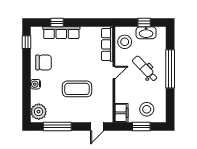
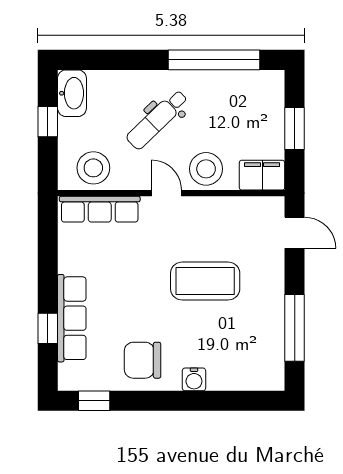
washbasin: (146, 33) -> (72, 93), moved
chair: (44, 63) -> (143, 360), turned -90
window: (170, 69) -> (214, 60), moved
coffee table: (77, 89) -> (205, 281), turned 90
stool: (147, 109) -> (206, 169), moved
plant: (39, 112) -> (259, 372), removed

